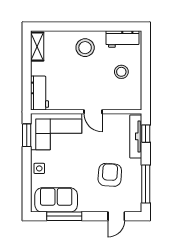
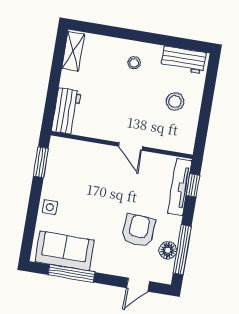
stool: (85, 48) -> (134, 63), width x0.53, depth x0.53
corner sofa: (56, 132) -> (79, 164), removed
floor lamp: (135, 186) -> (168, 250), added

